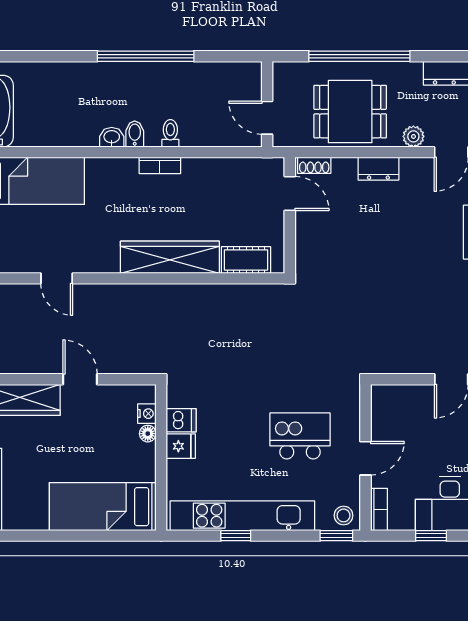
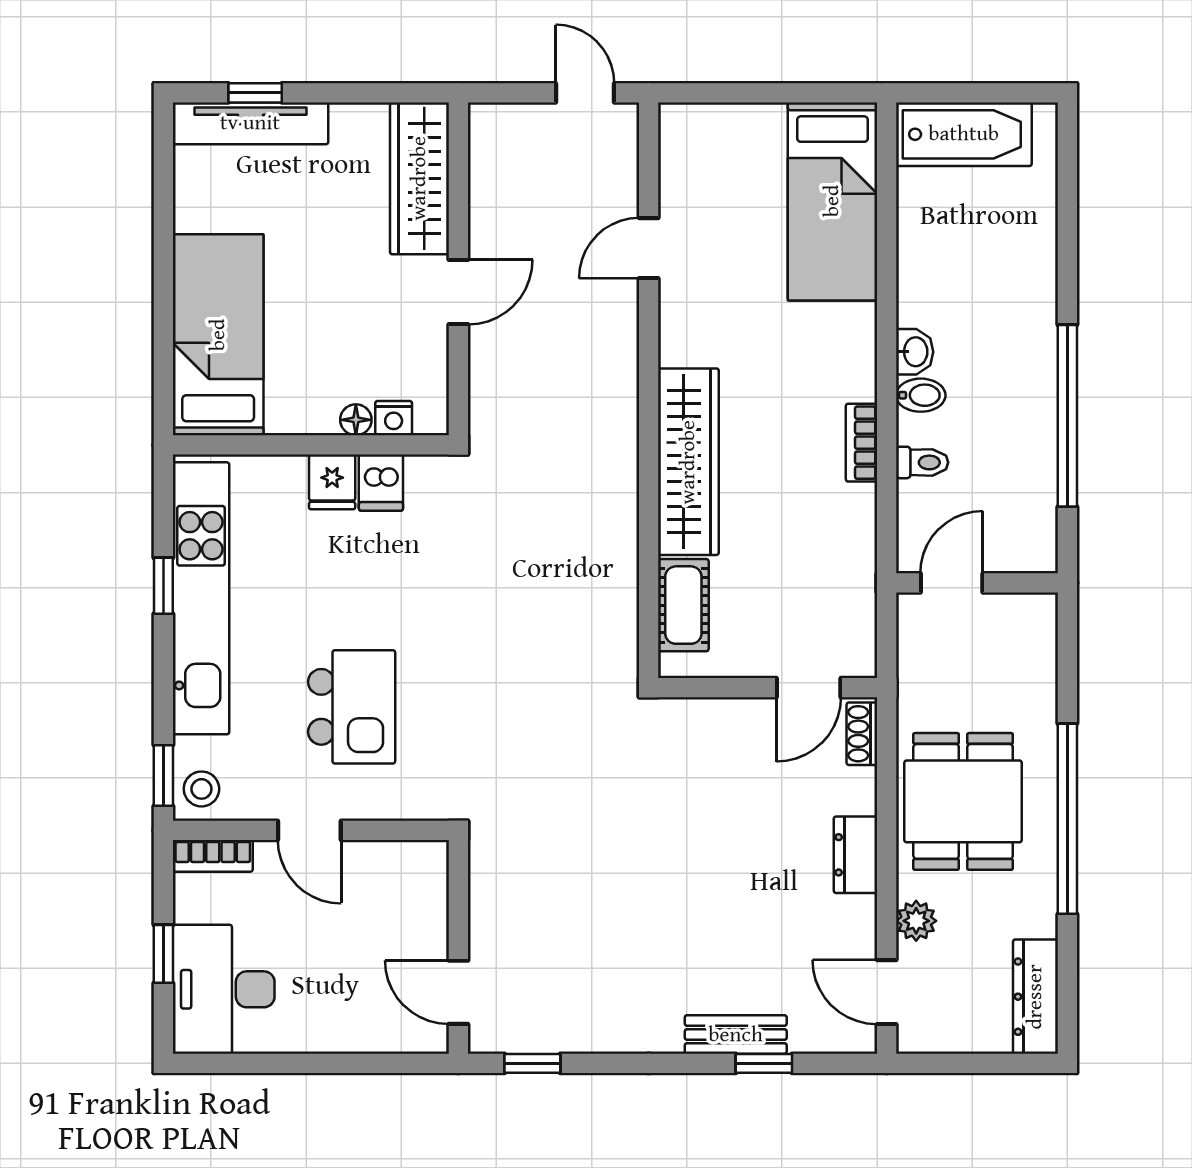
wall: (267, 104) -> (977, 583), moved
door: (267, 118) -> (952, 583), moved

